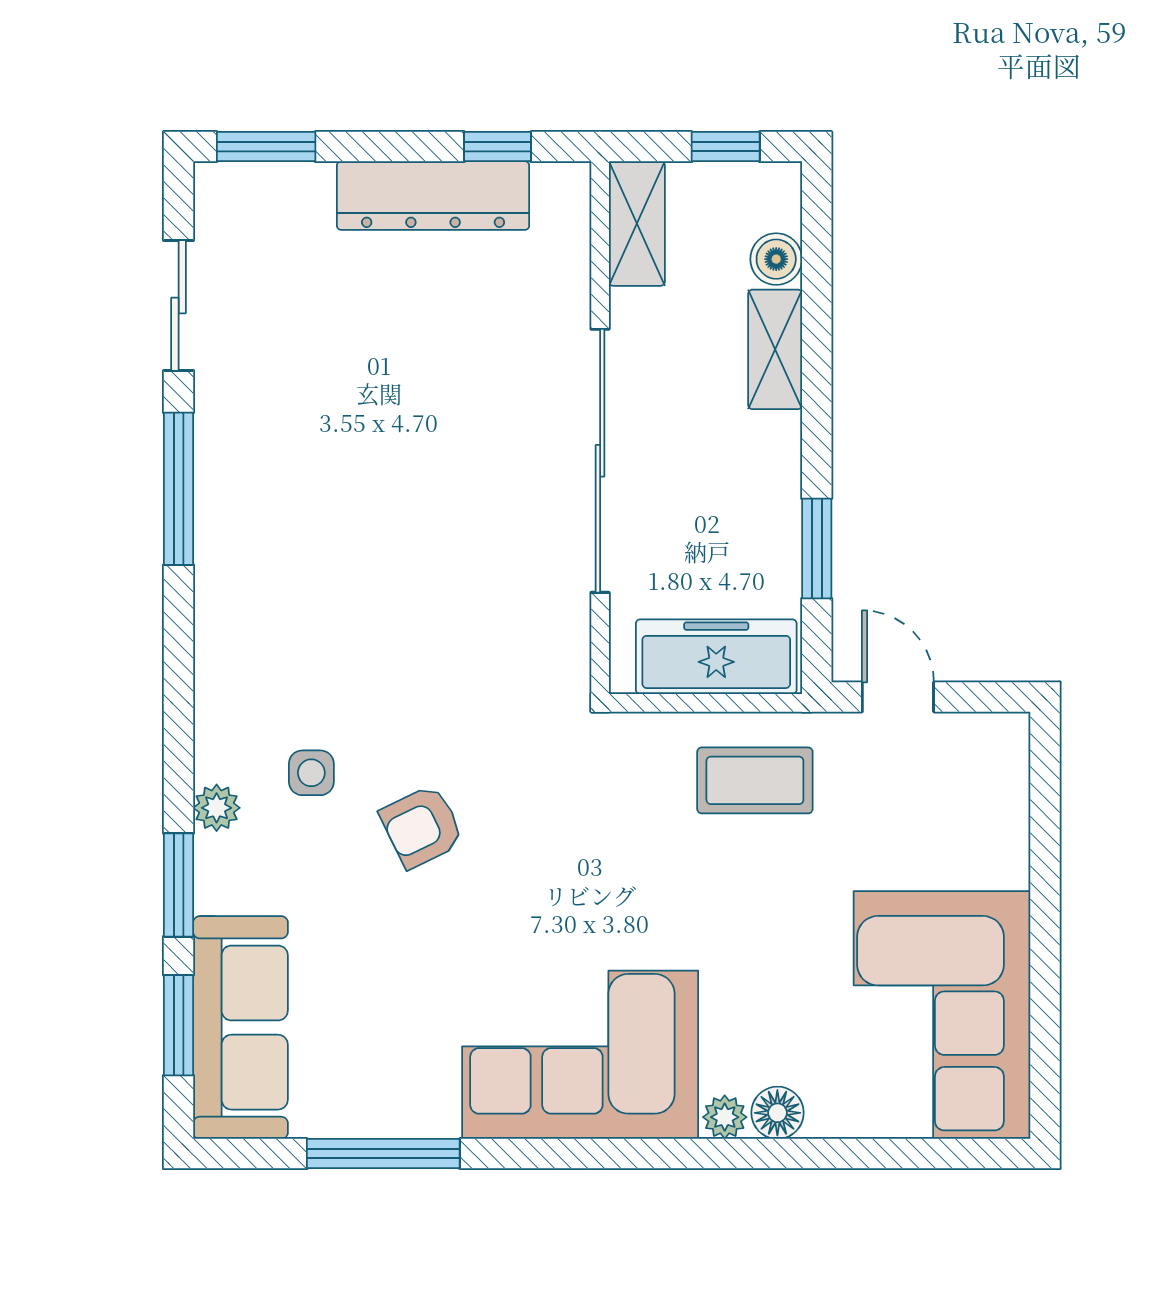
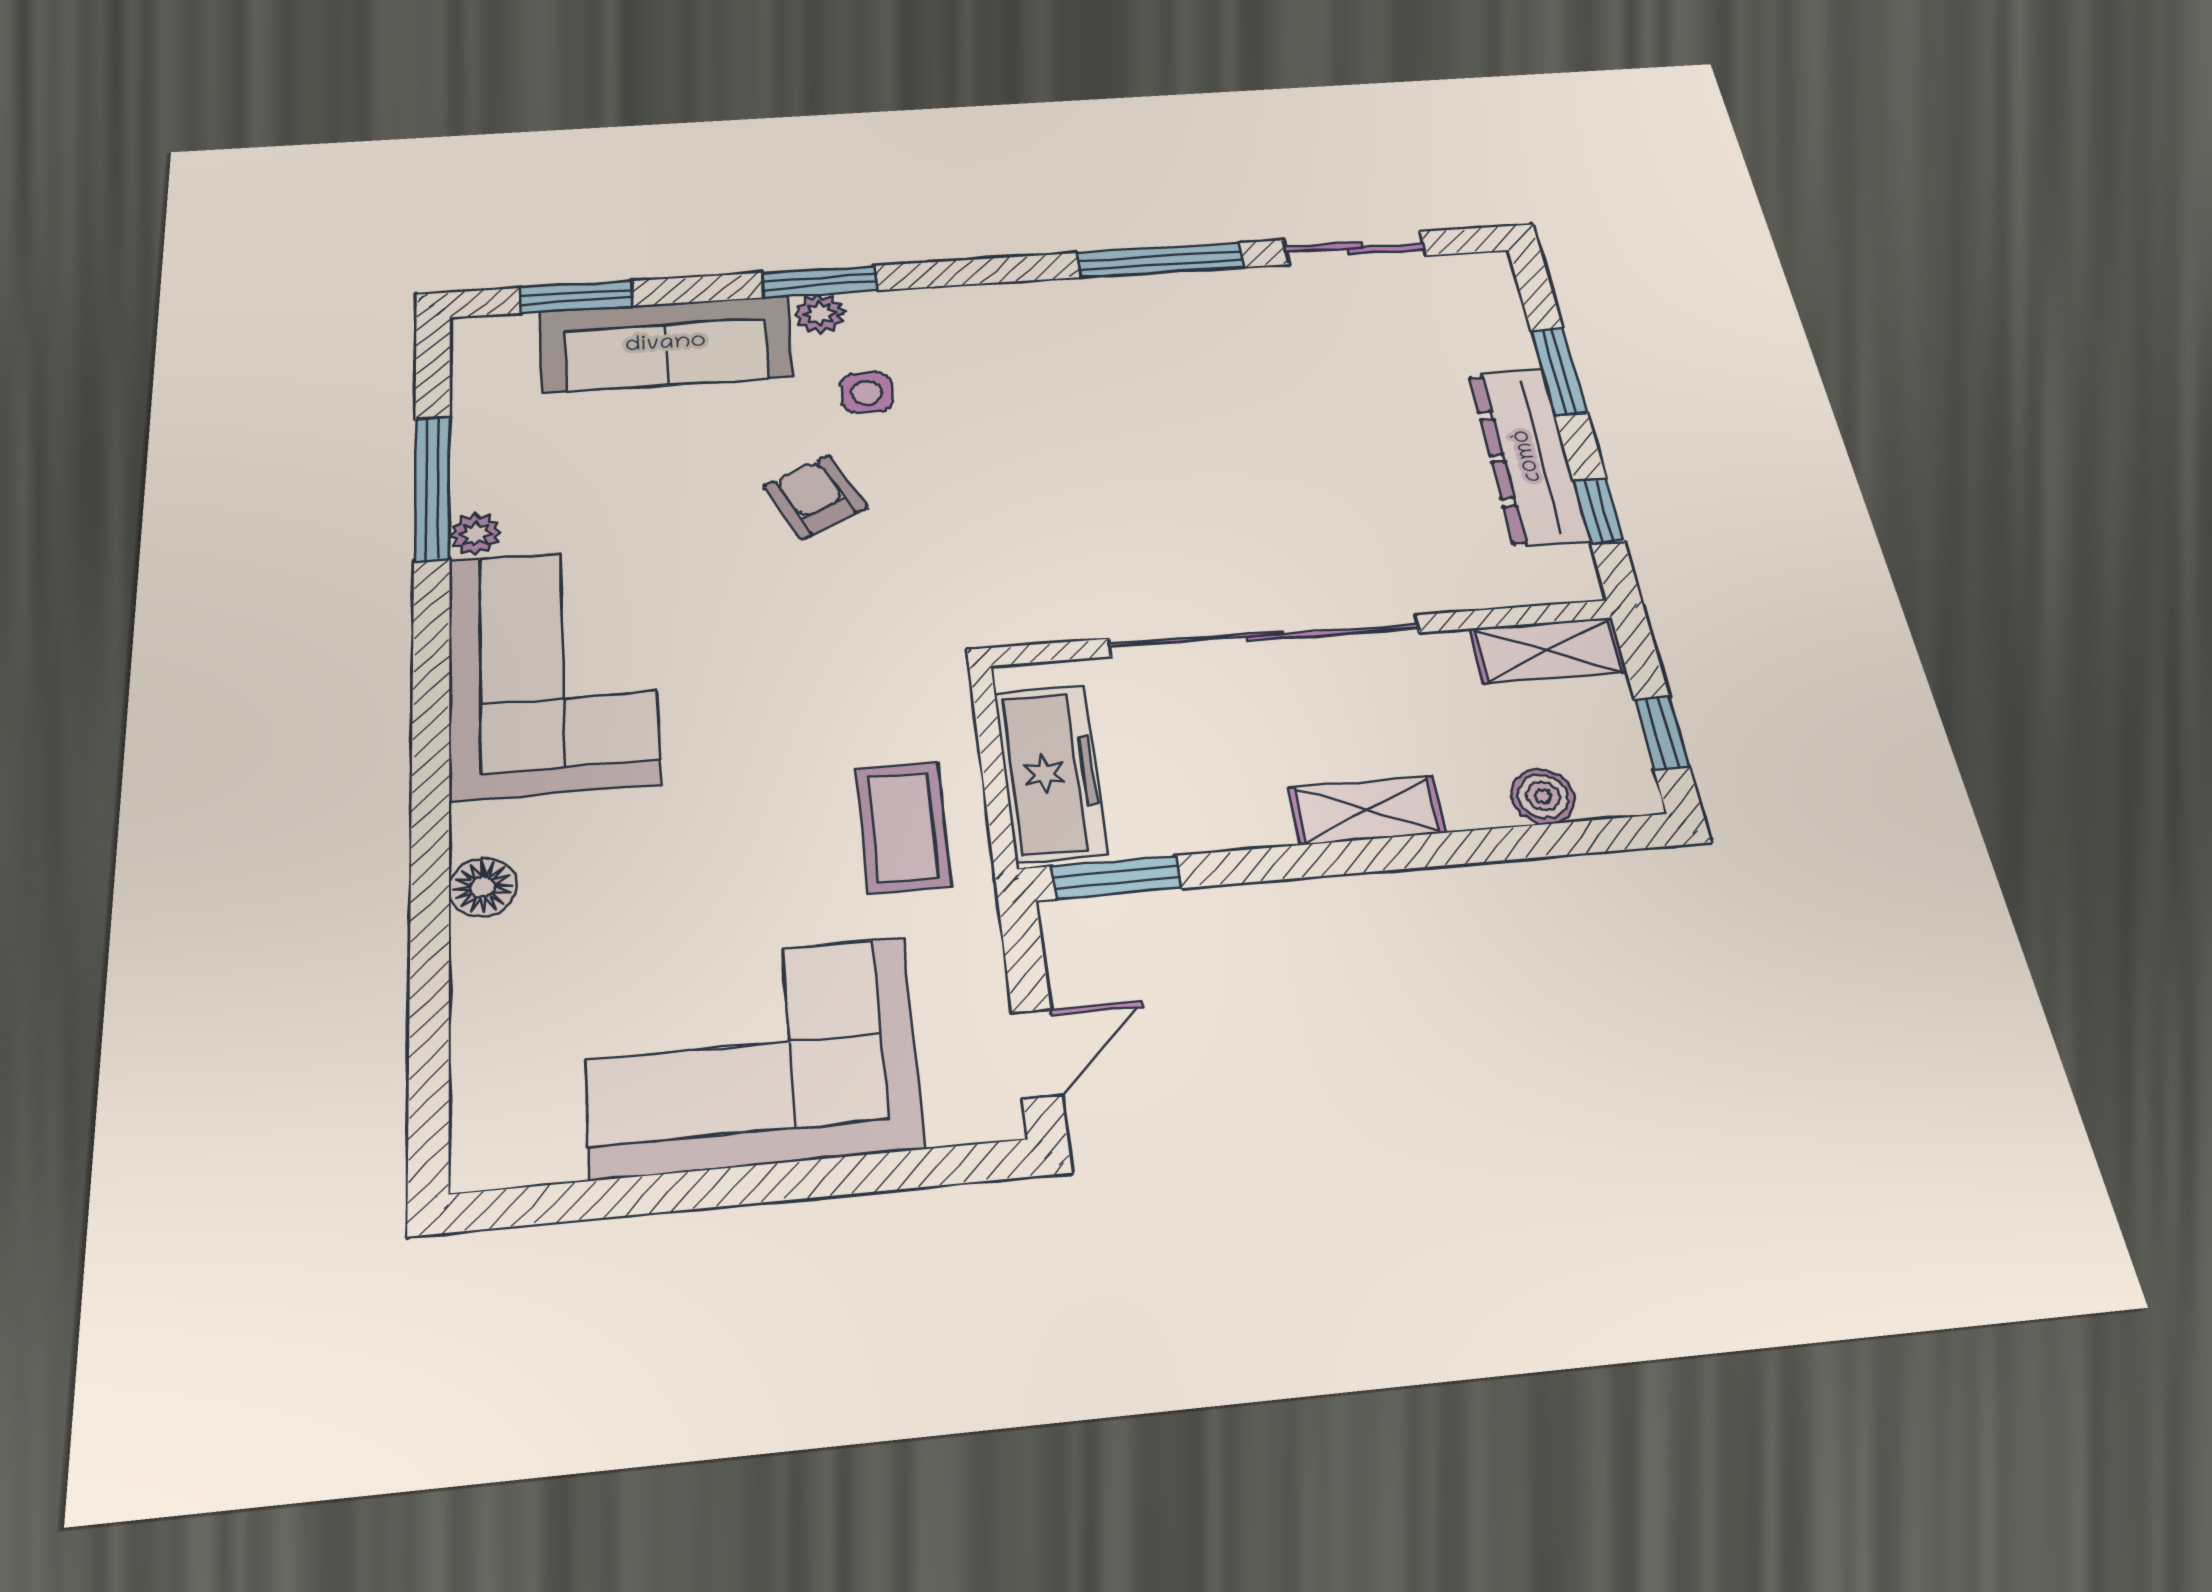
window: (266, 147) -> (1559, 371), moved
shelving: (775, 349) -> (1367, 810), moved
window: (817, 549) -> (1117, 877), moved
door: (898, 697) -> (1037, 1054), moved
window: (179, 885) -> (820, 282), moved
corner sofa: (942, 1015) -> (751, 1056), moved
sofa: (241, 1028) -> (666, 344), moved
plant: (725, 1117) -> (475, 534), moved

